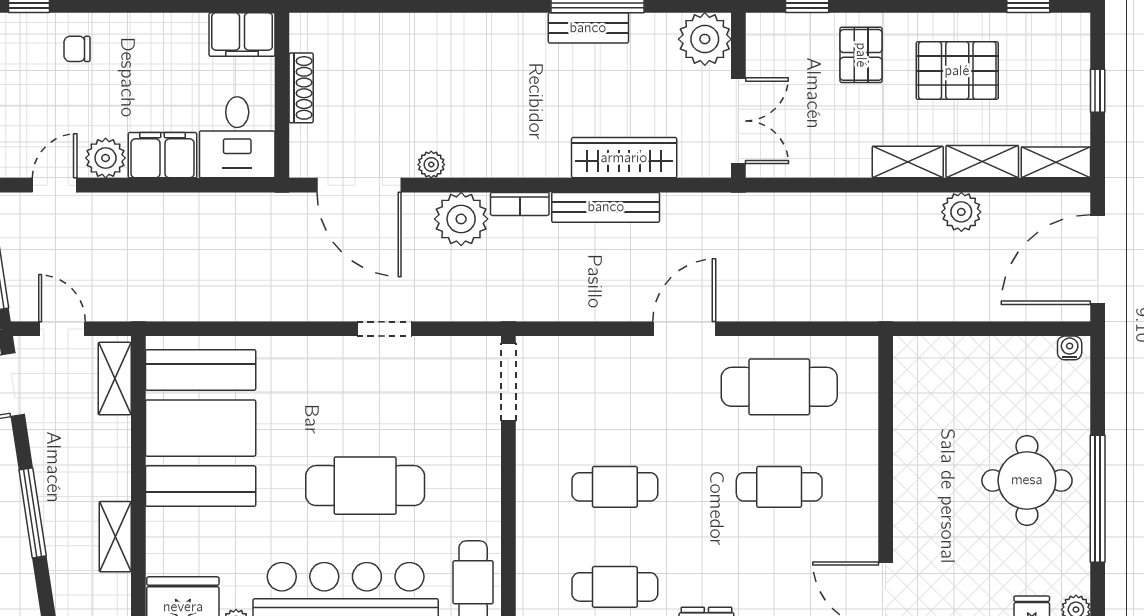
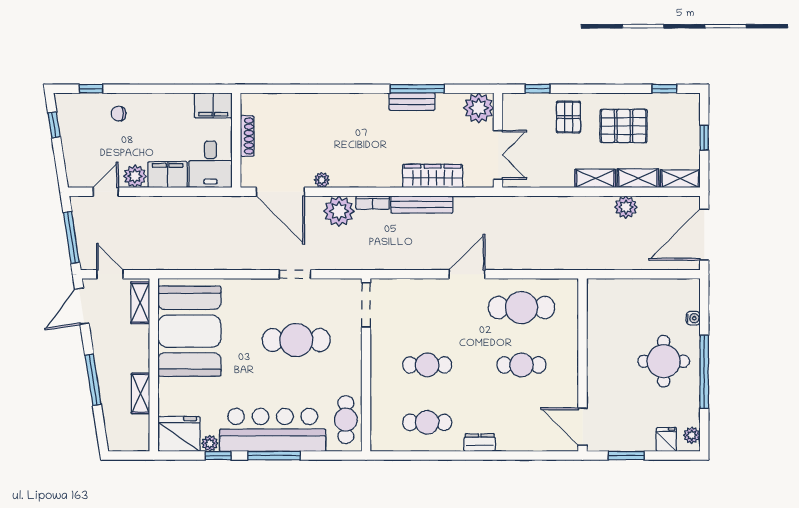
water cooler: (1070, 348) -> (693, 318), moved, turned 90
cafe table: (365, 486) -> (296, 340), moved

